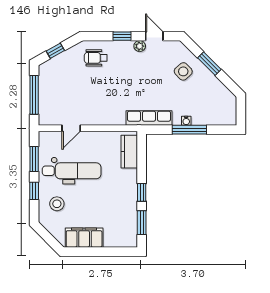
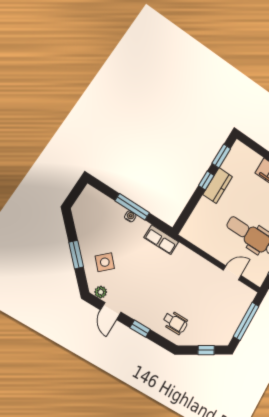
plant: (140, 46) -> (101, 292), moved
row of seats: (149, 118) -> (161, 240), width x0.68
kitchen counter: (129, 152) -> (218, 185), moved

